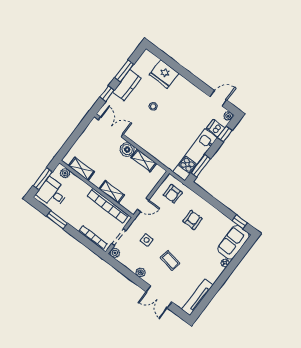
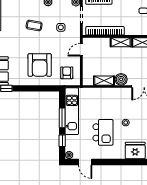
door: (218, 98) -> (85, 162), hinge flipped
kitchen island: (181, 113) -> (103, 132), added
dishwasher: (216, 128) -> (71, 140), removed
window: (201, 166) -> (62, 118), moved
shelving: (112, 192) -> (121, 42), moved
armchair: (192, 220) -> (40, 65), width x1.88, depth x1.88

